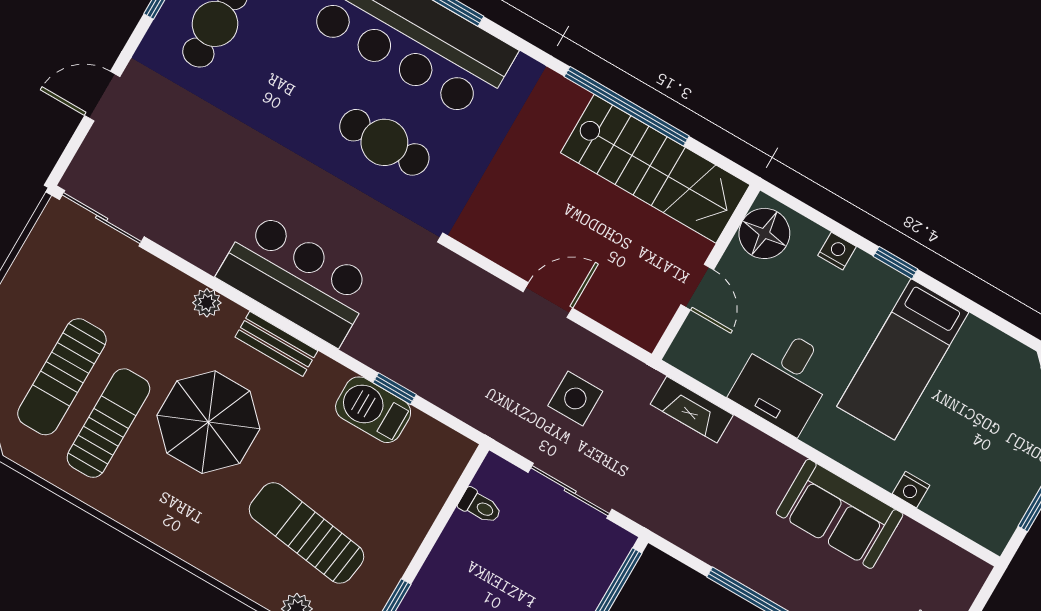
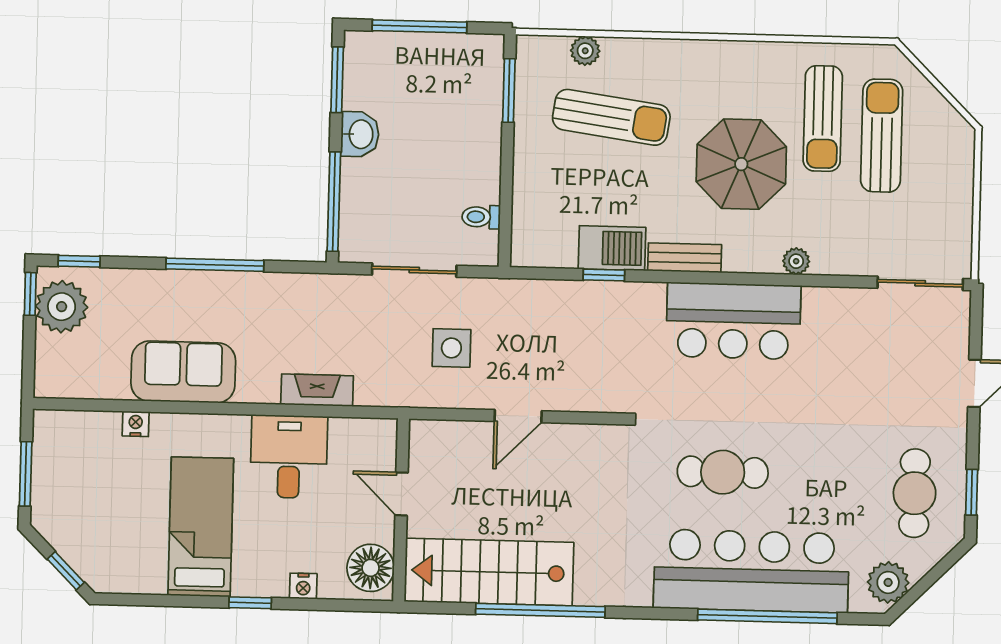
bench: (276, 344) -> (685, 258), moved
fireplace: (692, 410) -> (317, 390), moved

